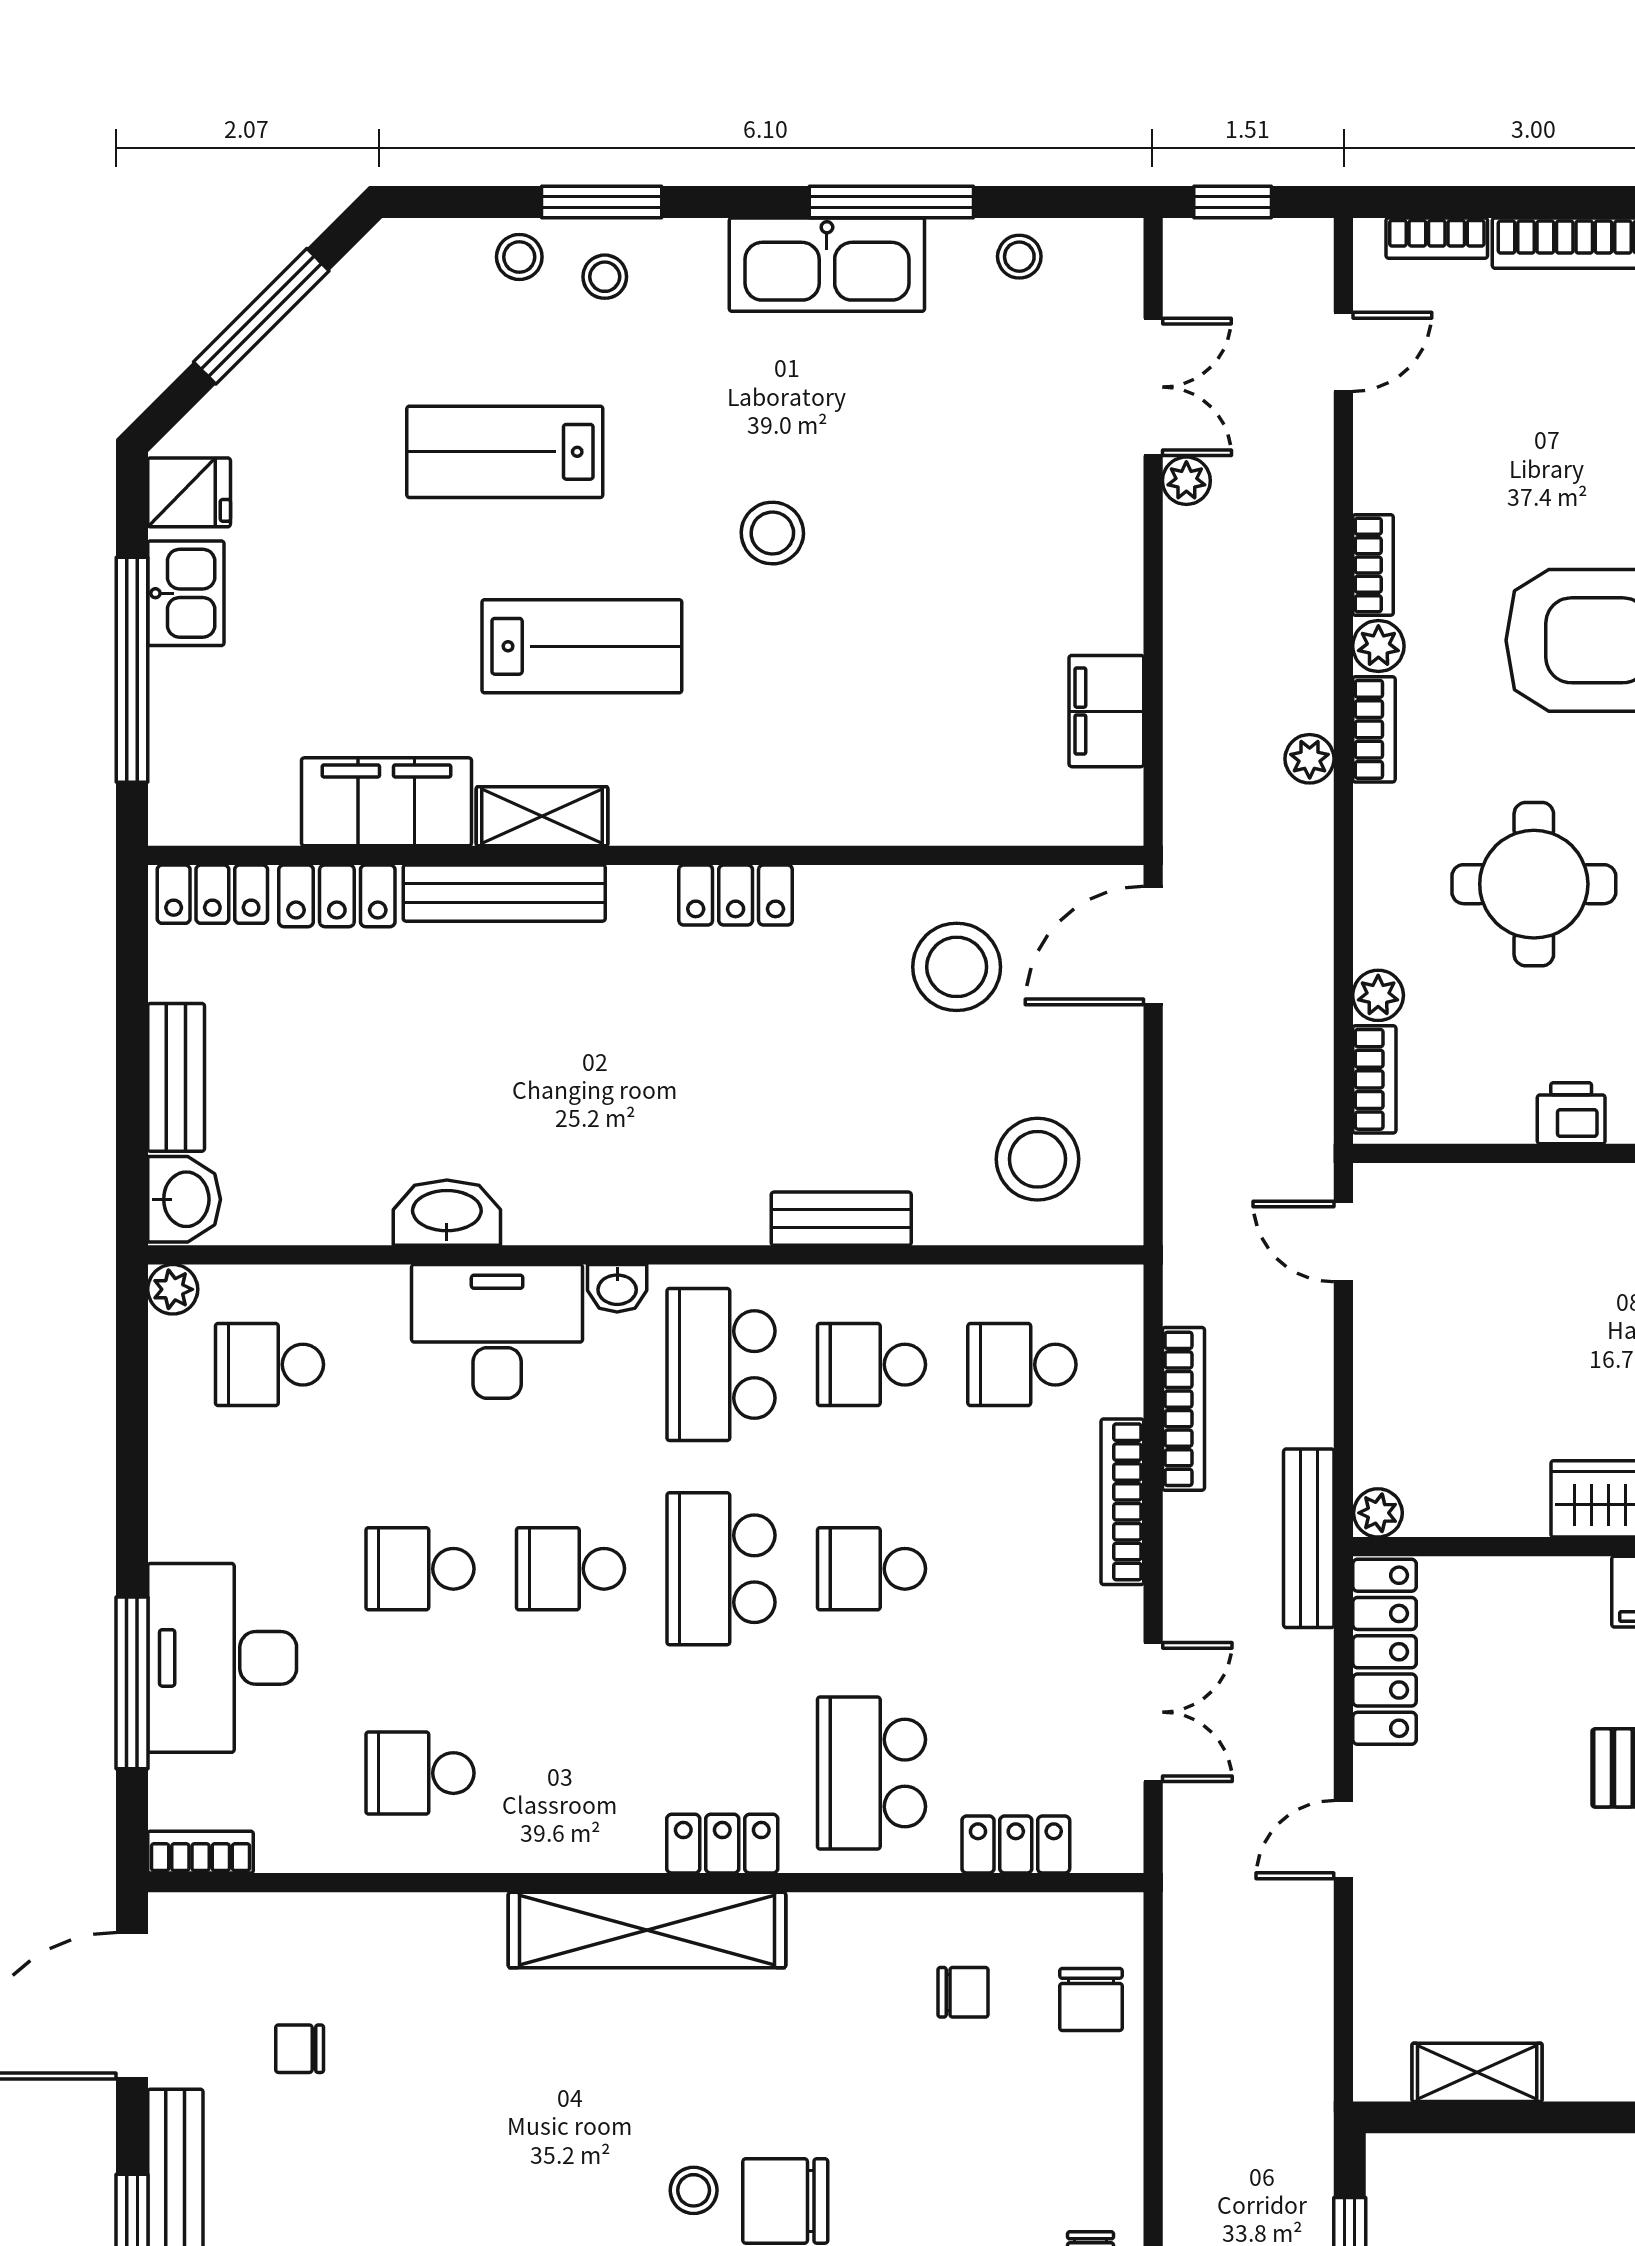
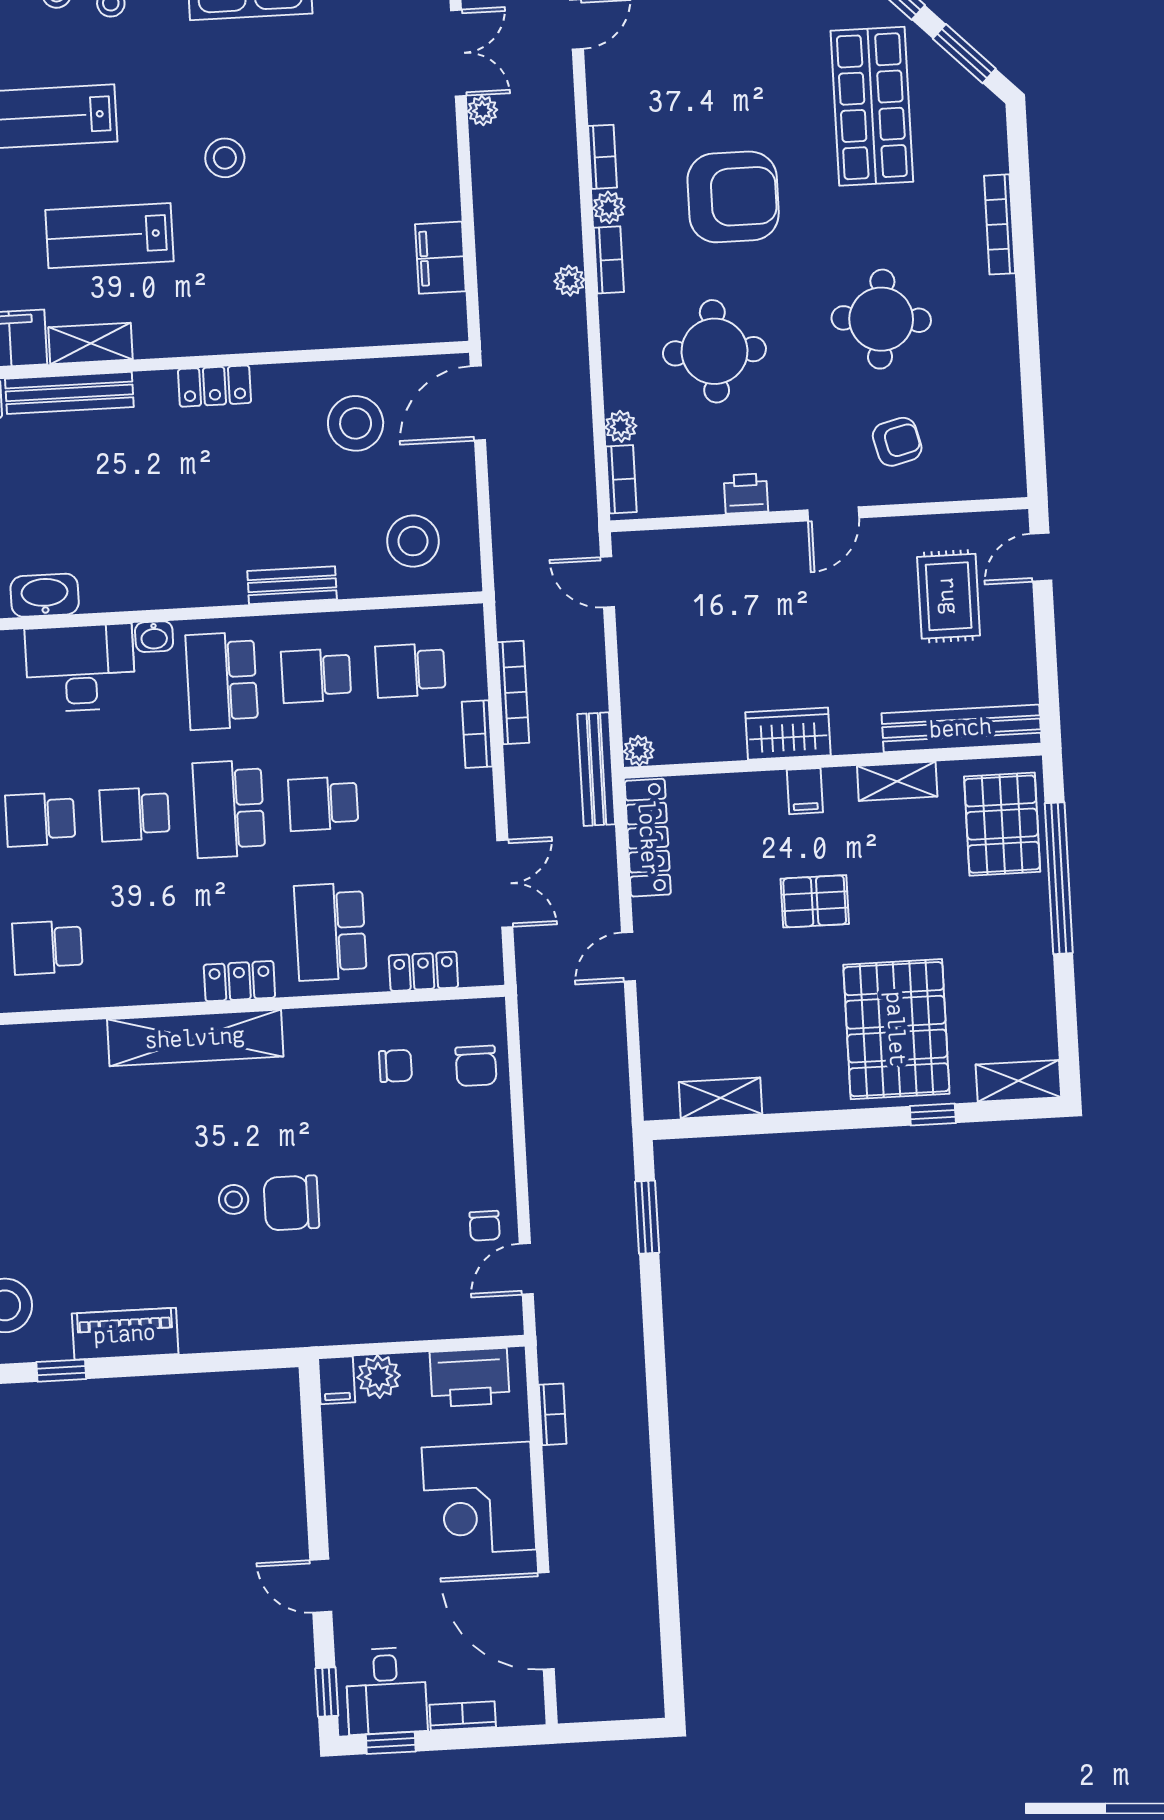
lab bench: (582, 646) -> (109, 236), turned 180
bookcase: (1122, 1502) -> (477, 734), width x0.64

